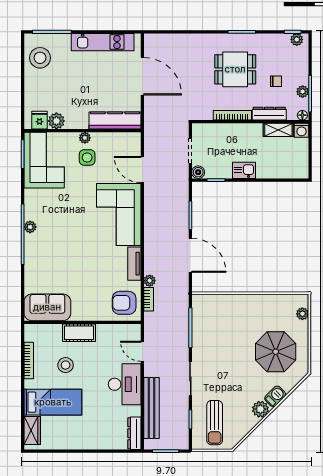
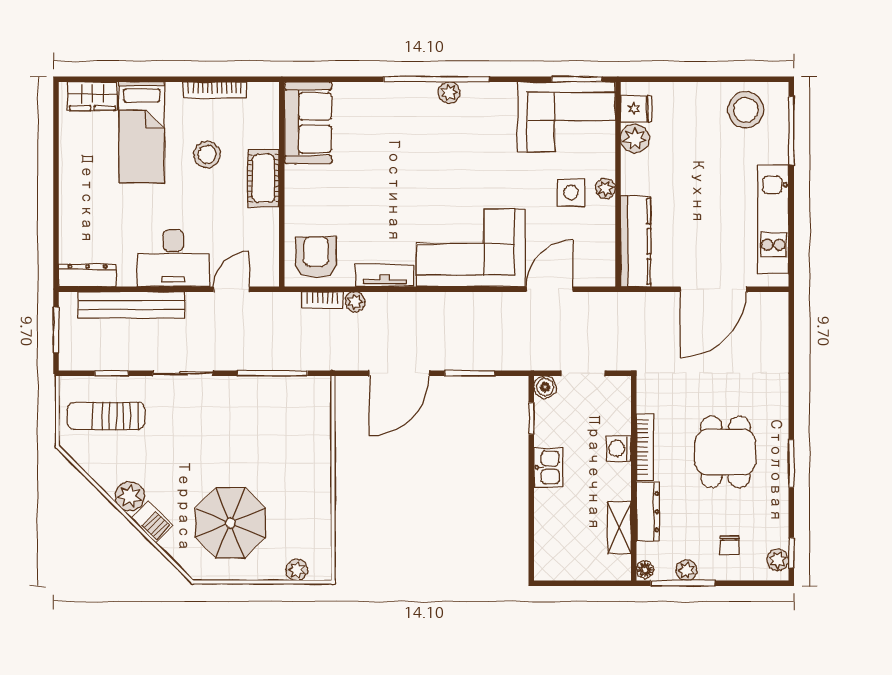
chair: (276, 81) -> (729, 545), moved
washing machine: (301, 130) -> (619, 448), moved

